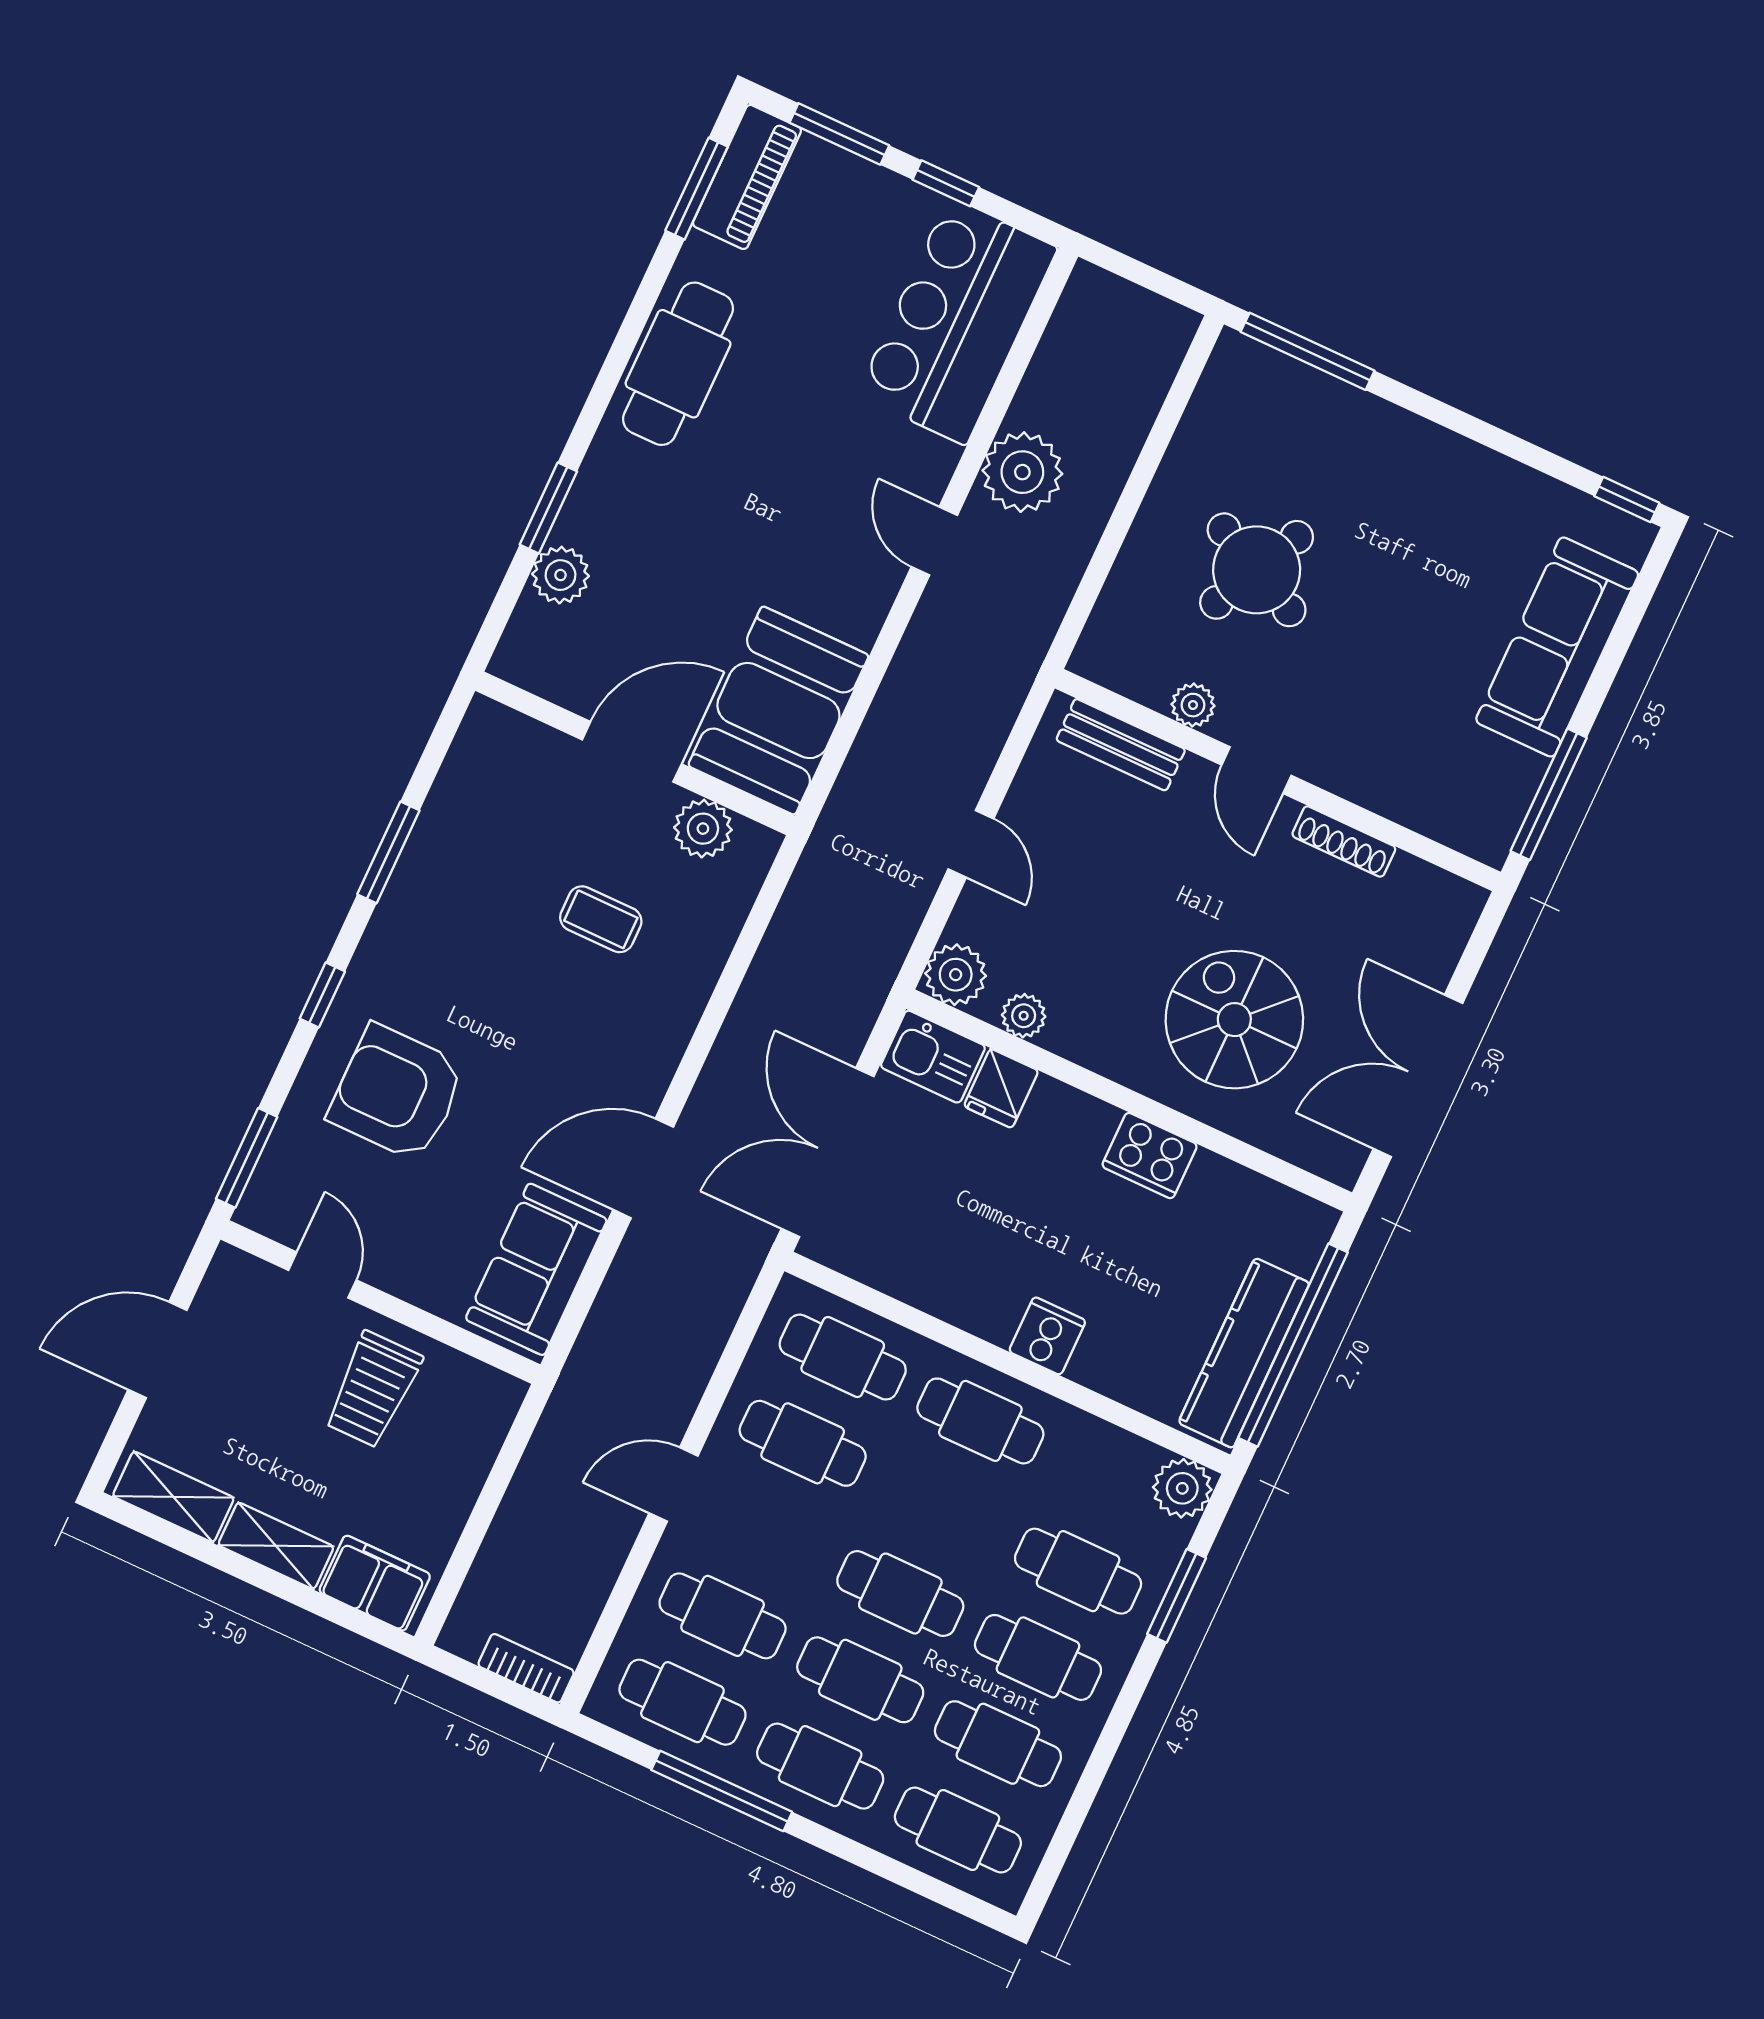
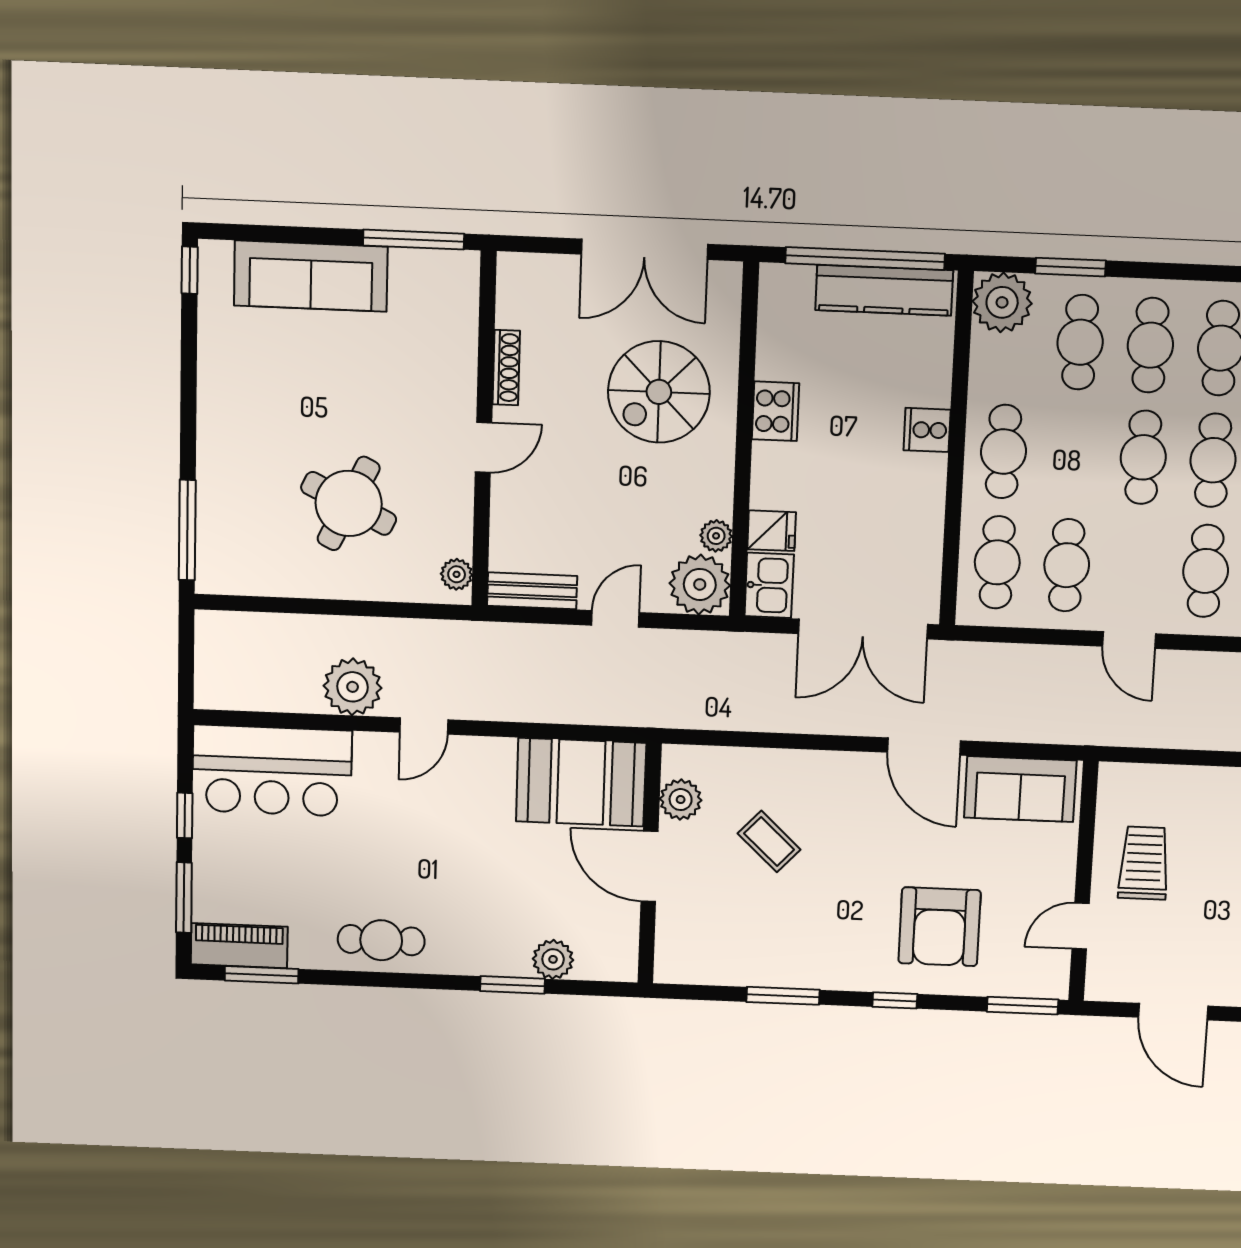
cafe table: (678, 364) -> (381, 940), width x0.73, depth x0.74
plant: (1193, 705) -> (457, 574), moved
bench: (1121, 745) -> (532, 591), moved, turned 90
coffee table: (601, 919) -> (769, 842), turned -47
plant: (956, 975) -> (700, 584), width x1.36, depth x1.36
trolley: (373, 1390) -> (1144, 863), turned -90
plant: (1182, 1488) -> (1002, 302), width x1.36, depth x1.36

